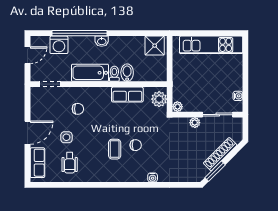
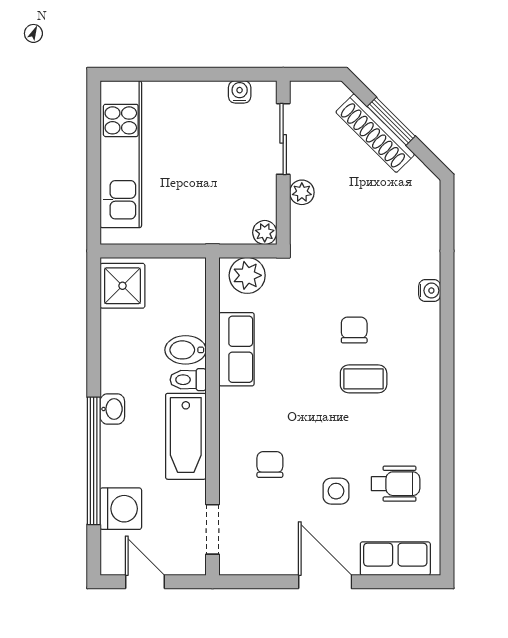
window: (215, 171) -> (391, 121), moved

